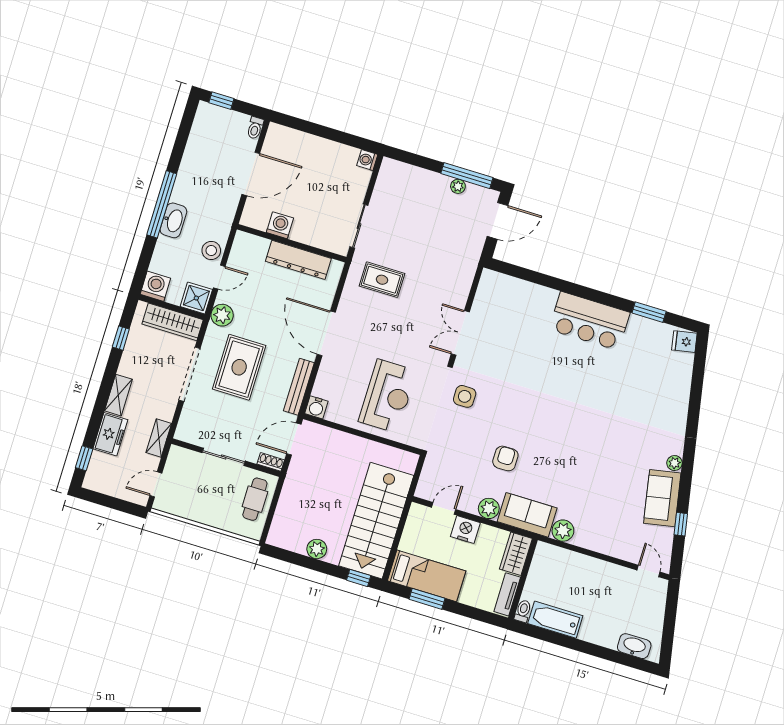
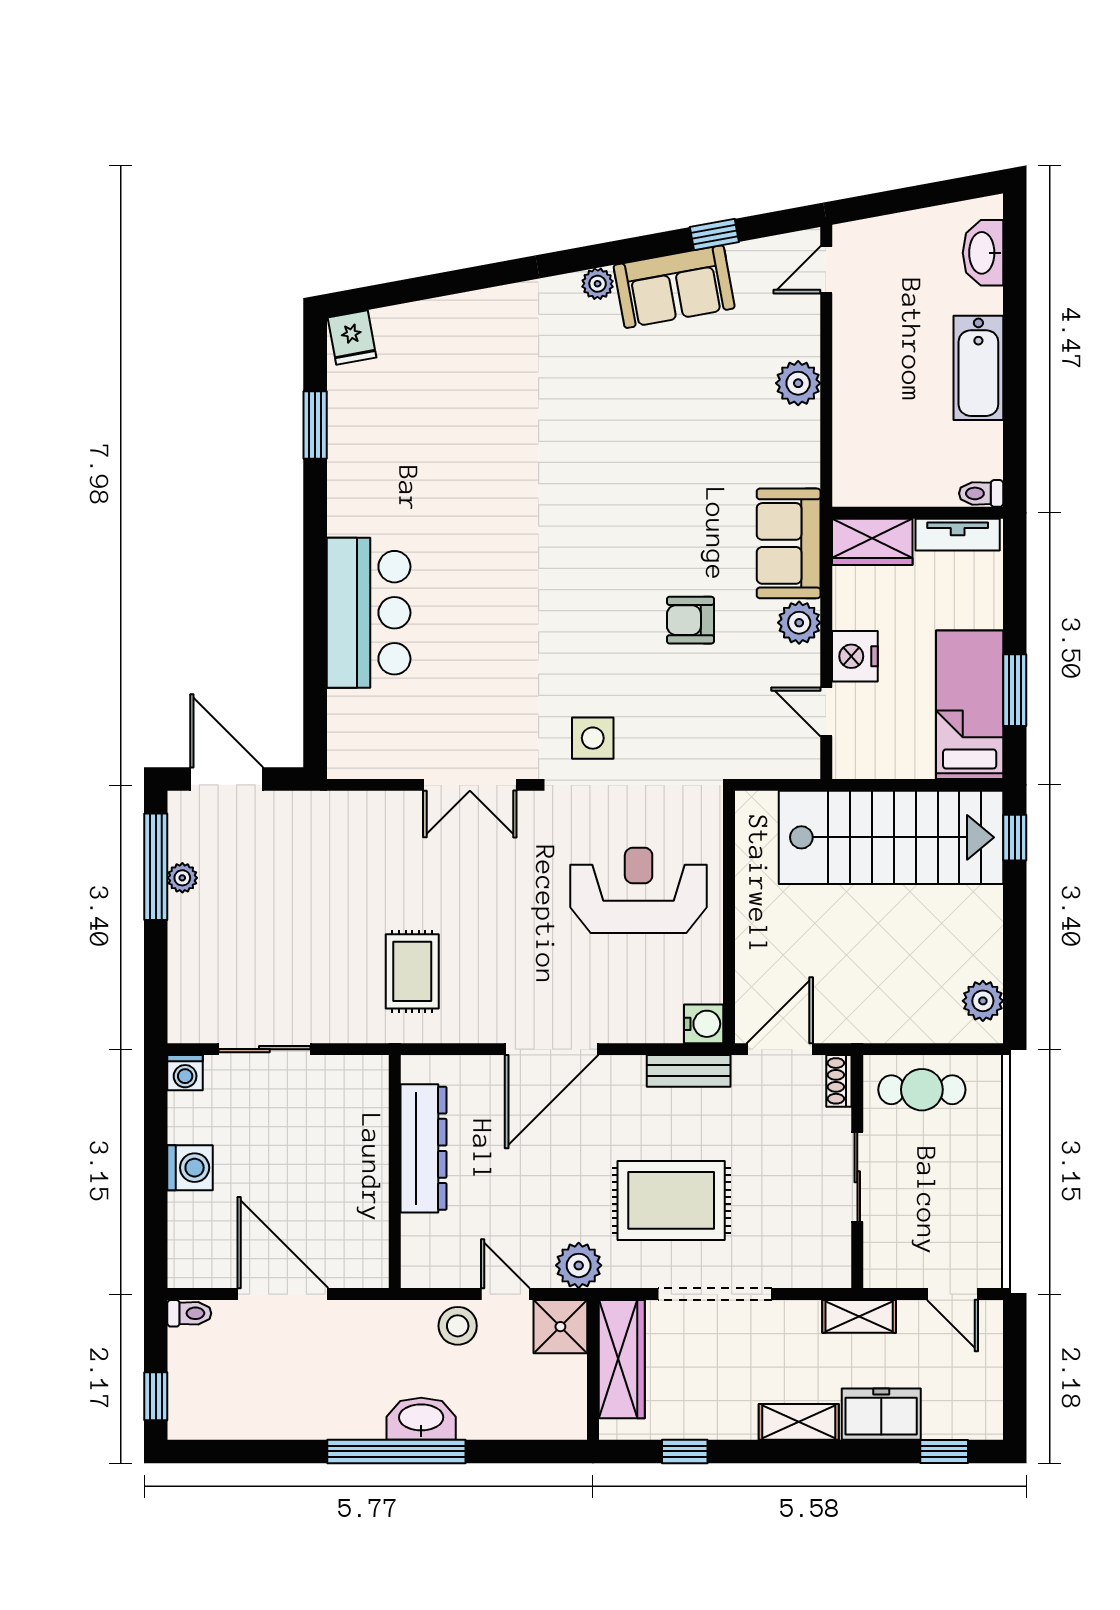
washing machine: (280, 225) -> (190, 1168), moved, turned 180
sliding door: (359, 226) -> (264, 1049), moved
washing machine: (155, 286) -> (562, 1414), removed
bar counter: (590, 321) -> (369, 613), moved
bench: (299, 387) -> (689, 1071), width x0.73
door: (294, 439) -> (780, 1049), swing flipped
plant: (563, 531) -> (798, 383), moved
plant: (317, 549) -> (983, 1001), moved
bathtub: (555, 620) -> (978, 368), moved

